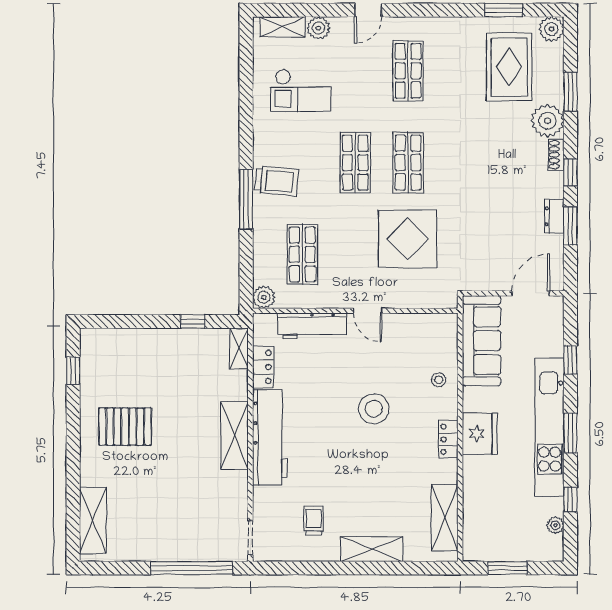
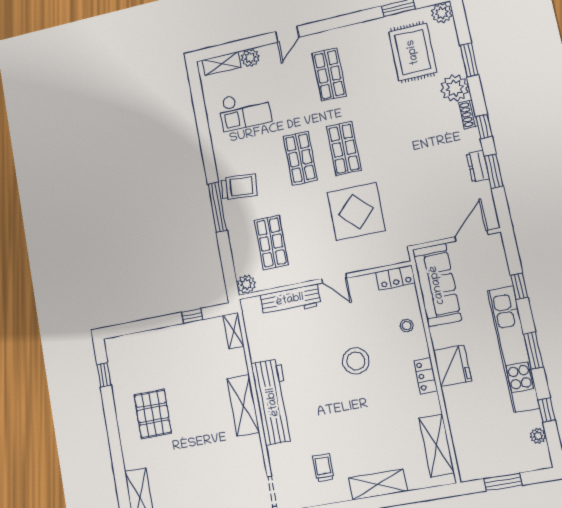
locker: (263, 367) -> (395, 278), moved, turned 90
pallet: (125, 427) -> (153, 414), turned 90

